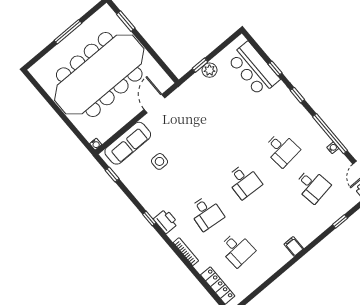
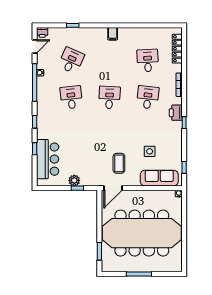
door: (154, 104) -> (113, 188), moved
coffee table: (180, 124) -> (119, 163), added
desk: (312, 186) -> (71, 61), turned 33

